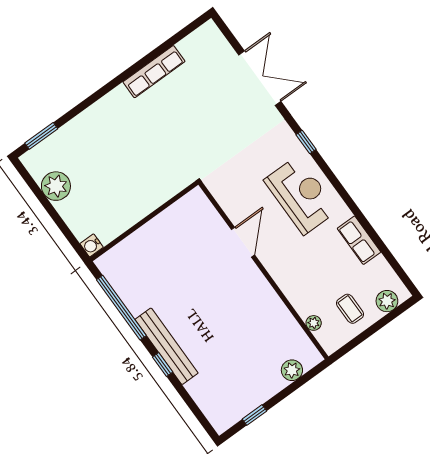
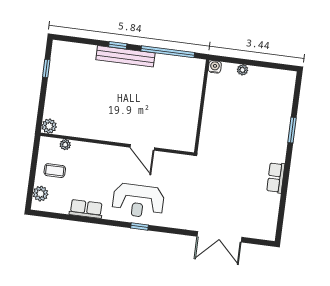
row of seats: (154, 72) -> (276, 178), width x0.68
window: (41, 136) -> (292, 130), moved
window: (306, 142) -> (139, 226), moved
plant: (56, 186) -> (242, 70), moved, width x0.53, depth x0.53
plant: (292, 370) -> (49, 126), moved

